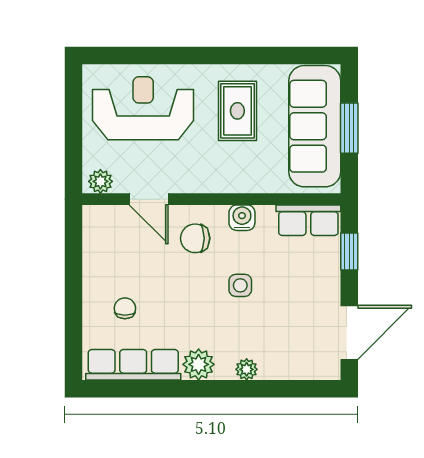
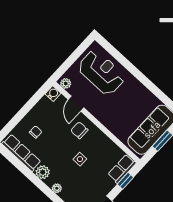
rug: (237, 111) -> (131, 102), removed
water cooler: (242, 218) -> (53, 94), moved
row of seats: (308, 220) -> (122, 169), moved, turned 90

